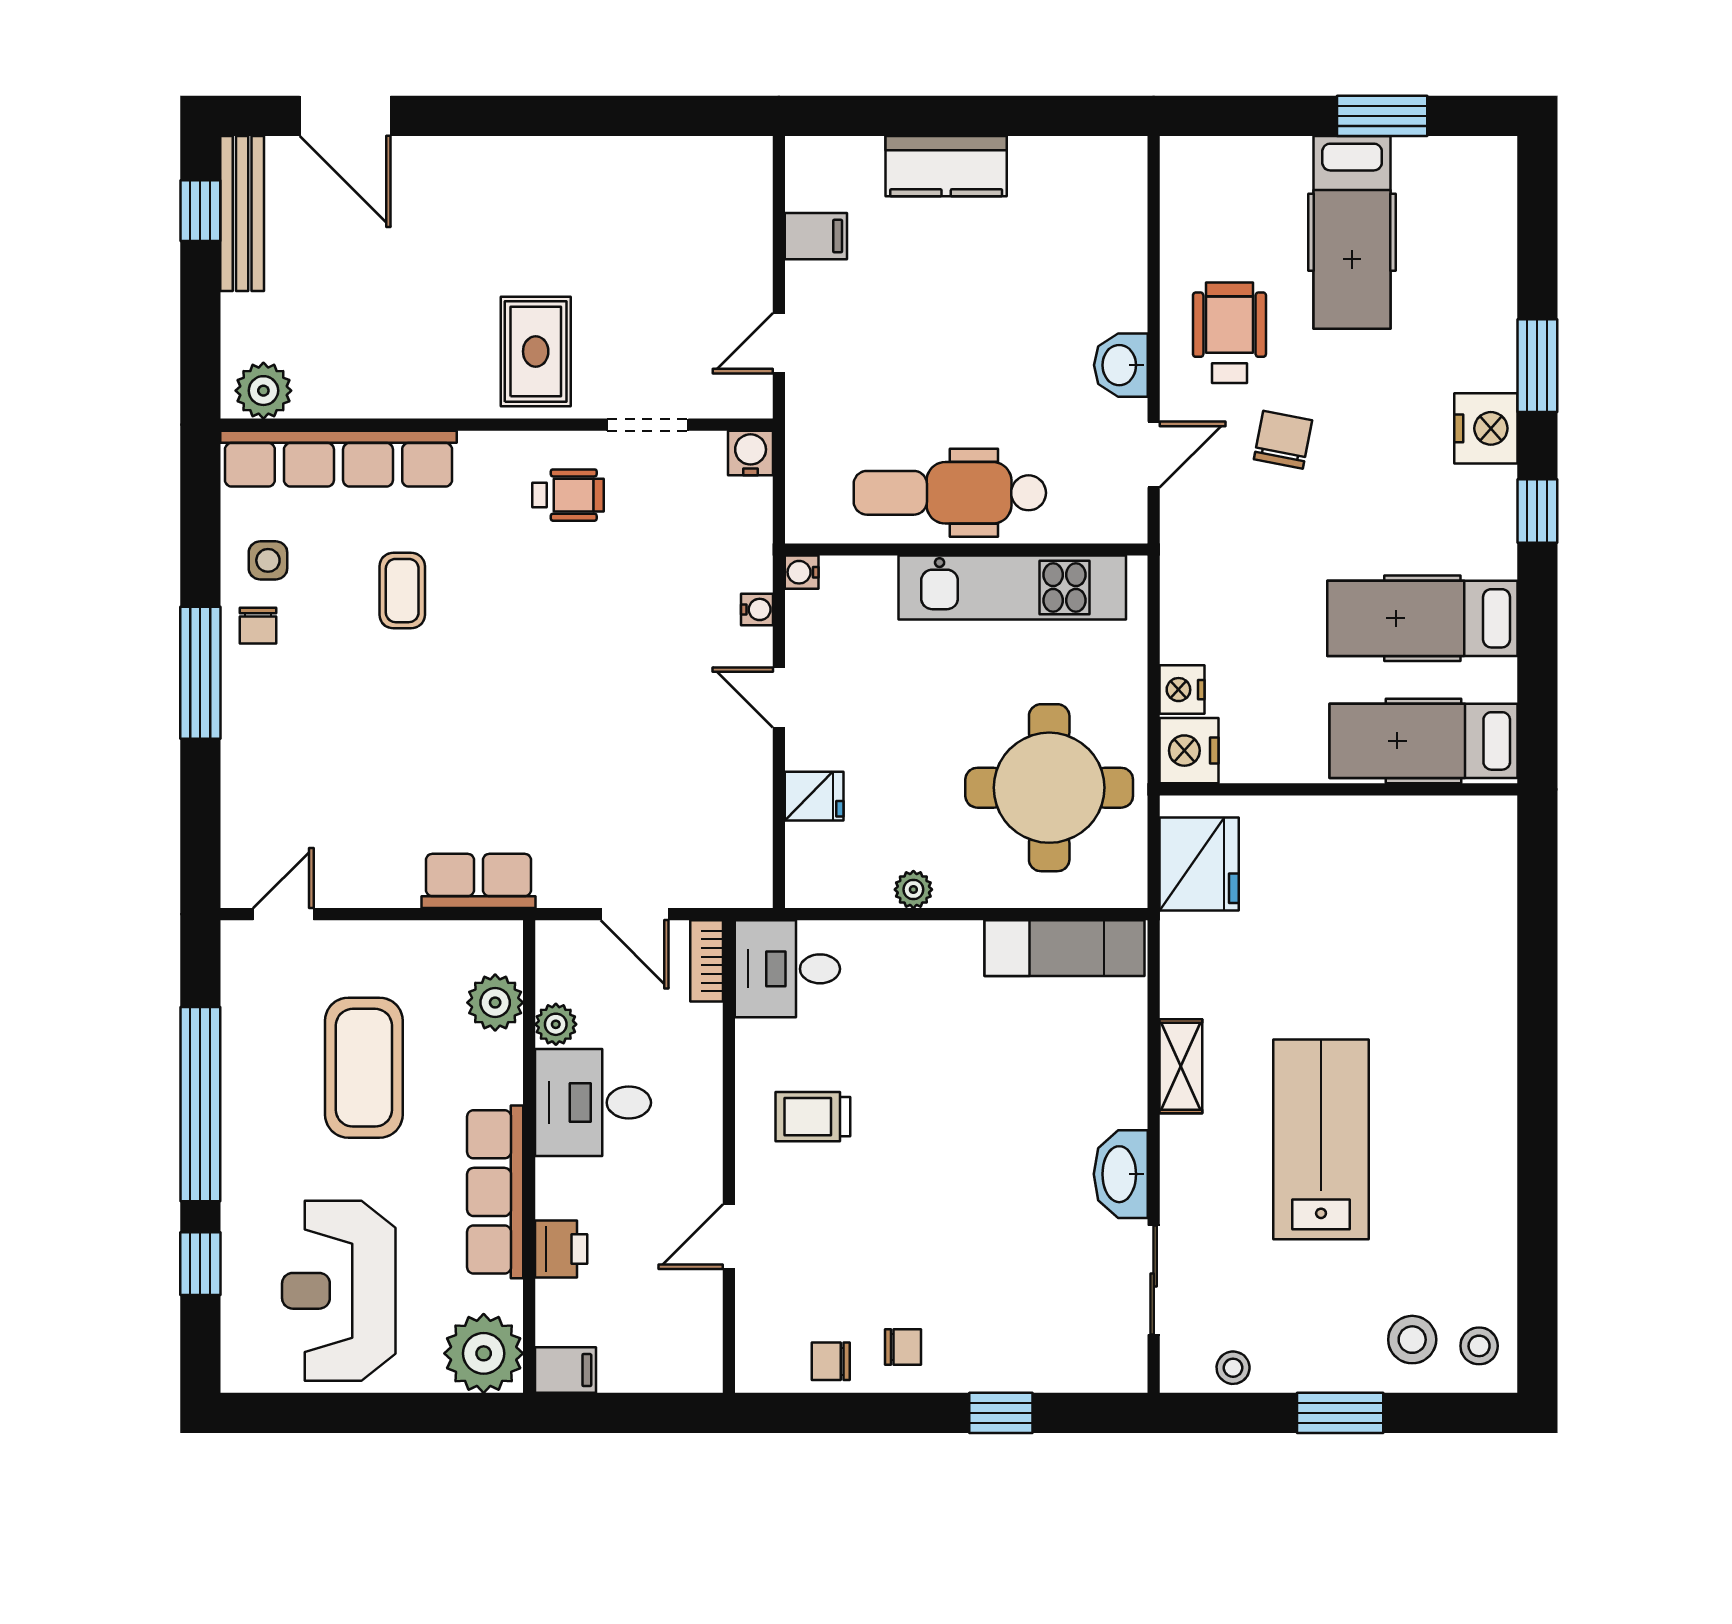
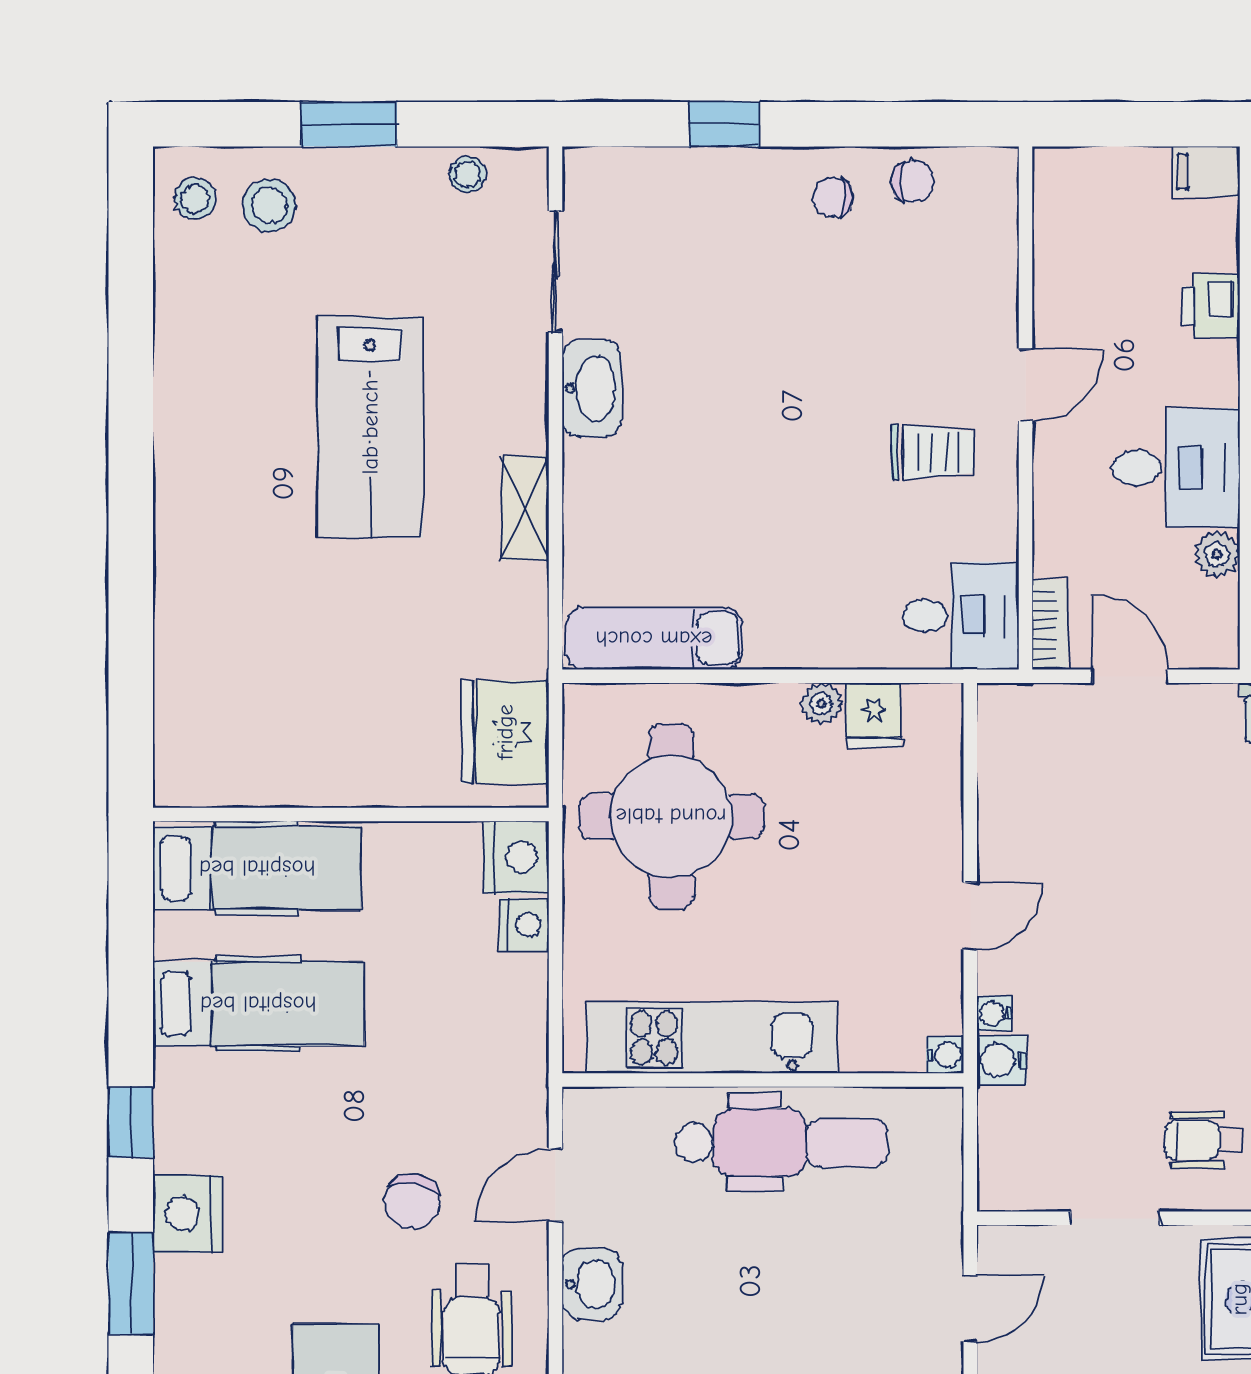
water cooler: (751, 453) -> (1002, 1060), moved, turned 90
door: (779, 698) -> (970, 916), hinge flipped
fridge: (814, 796) -> (874, 715), moved, turned -90
door: (729, 1237) -> (1025, 385), moved

